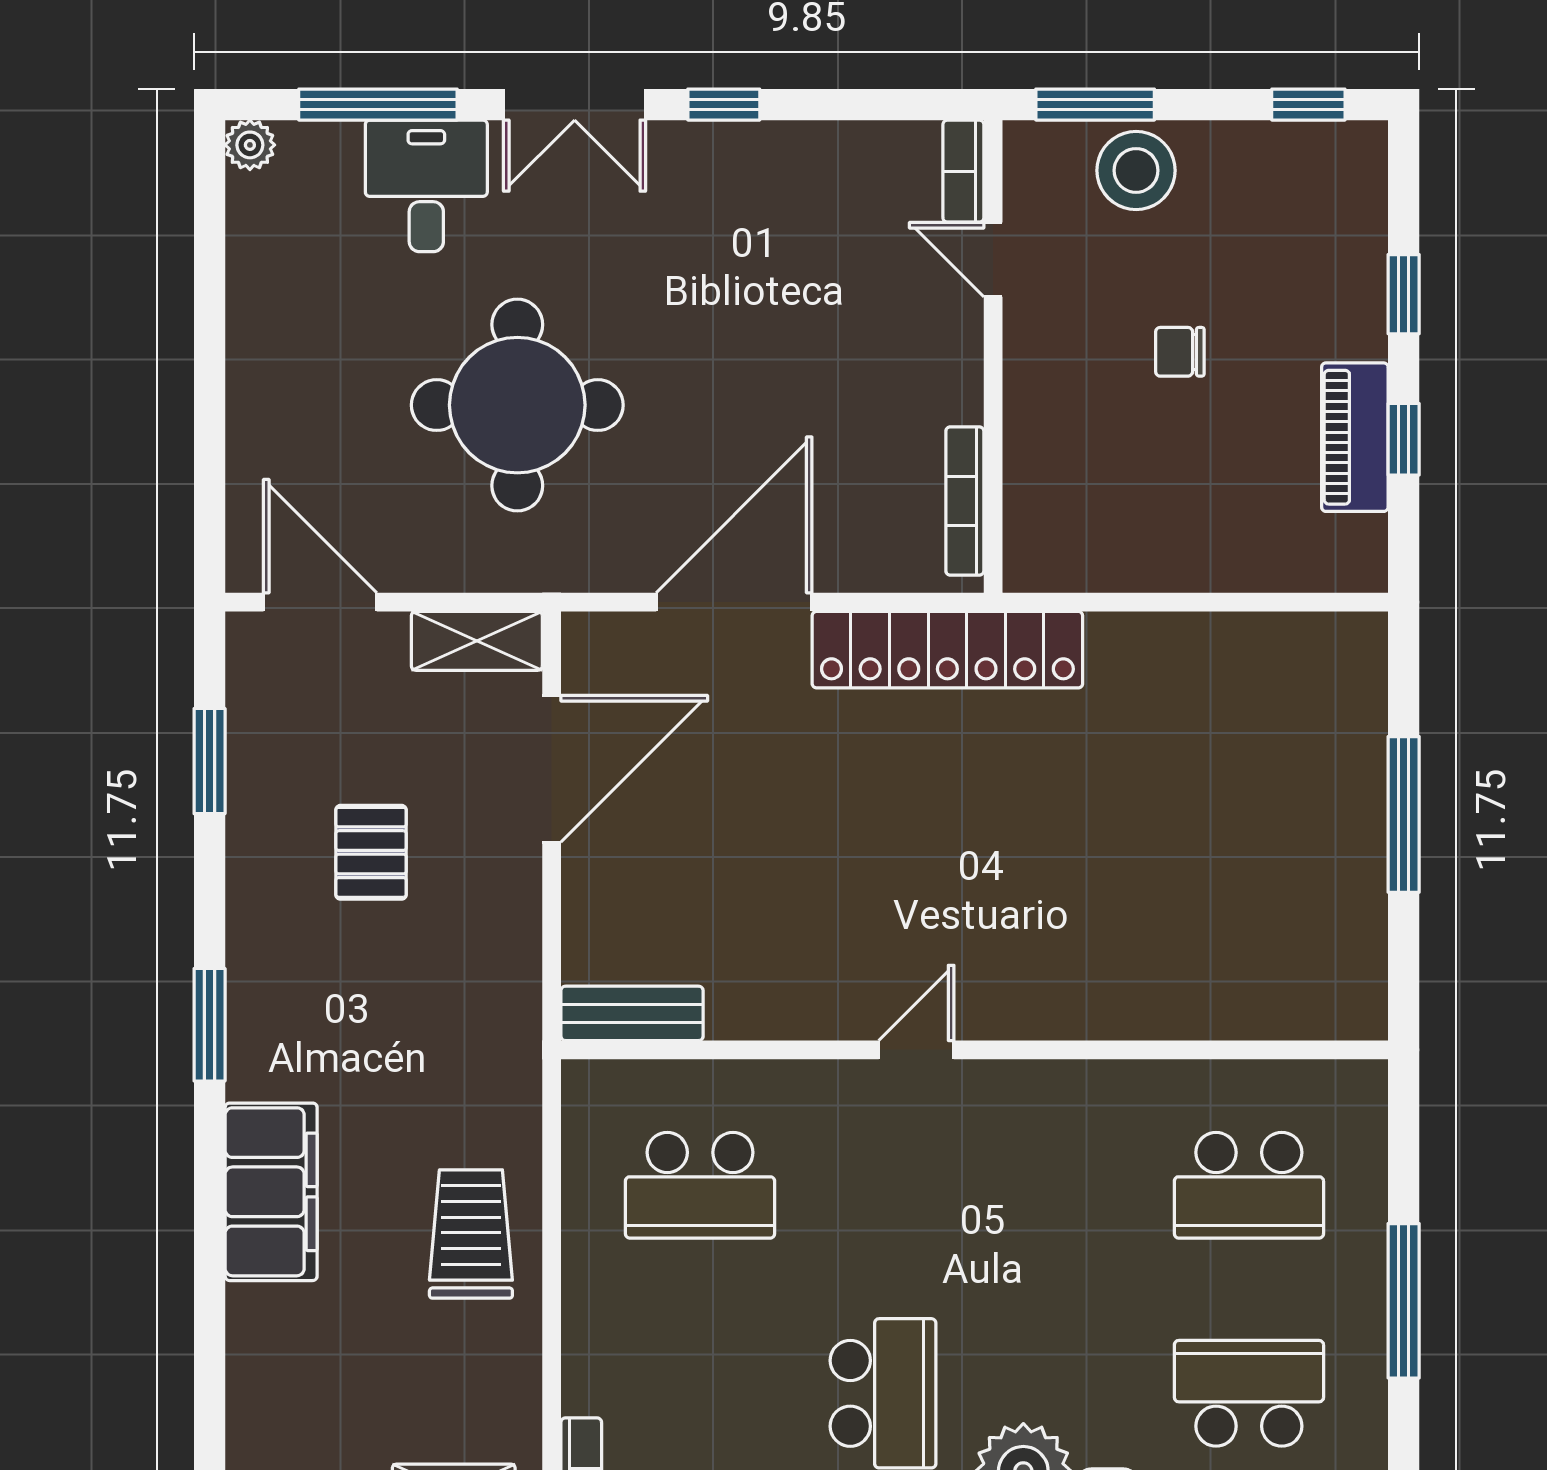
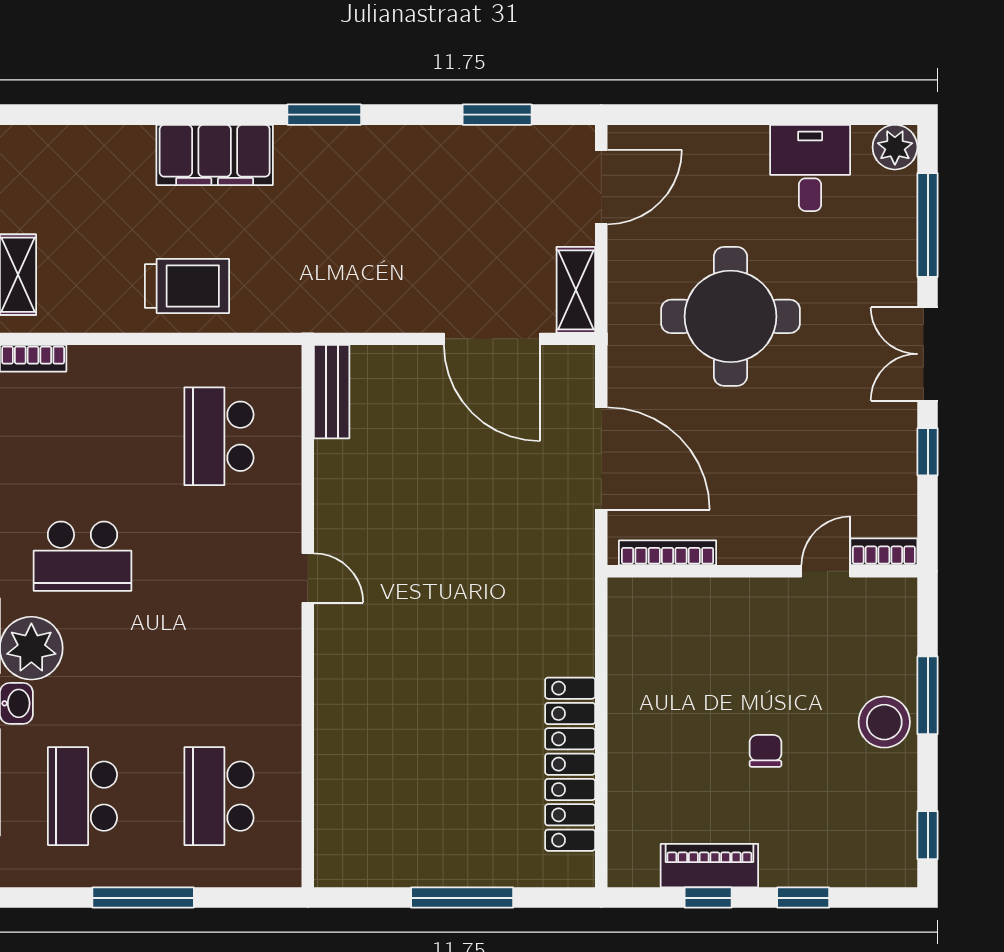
plant: (250, 145) -> (895, 147), width x1.38, depth x1.38
bookcase: (963, 171) -> (884, 552), moved
desk: (426, 186) -> (810, 168), moved, turned -90
door: (993, 260) -> (826, 571), moved
wall: (993, 356) -> (762, 571), moved
bookcase: (965, 501) -> (668, 553), moved
locker: (947, 650) -> (570, 764), moved
pallet: (371, 852) -> (437, 220), removed
school desk: (1249, 1393) -> (82, 796), turned 180

